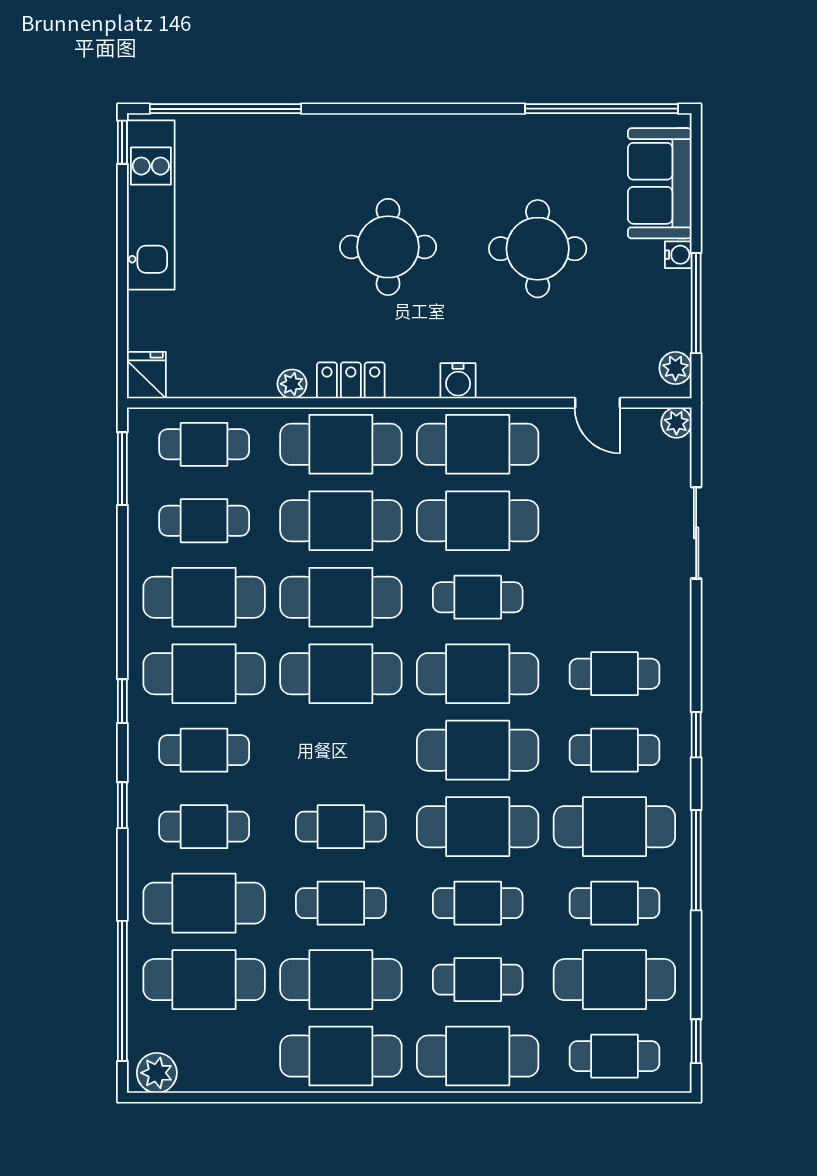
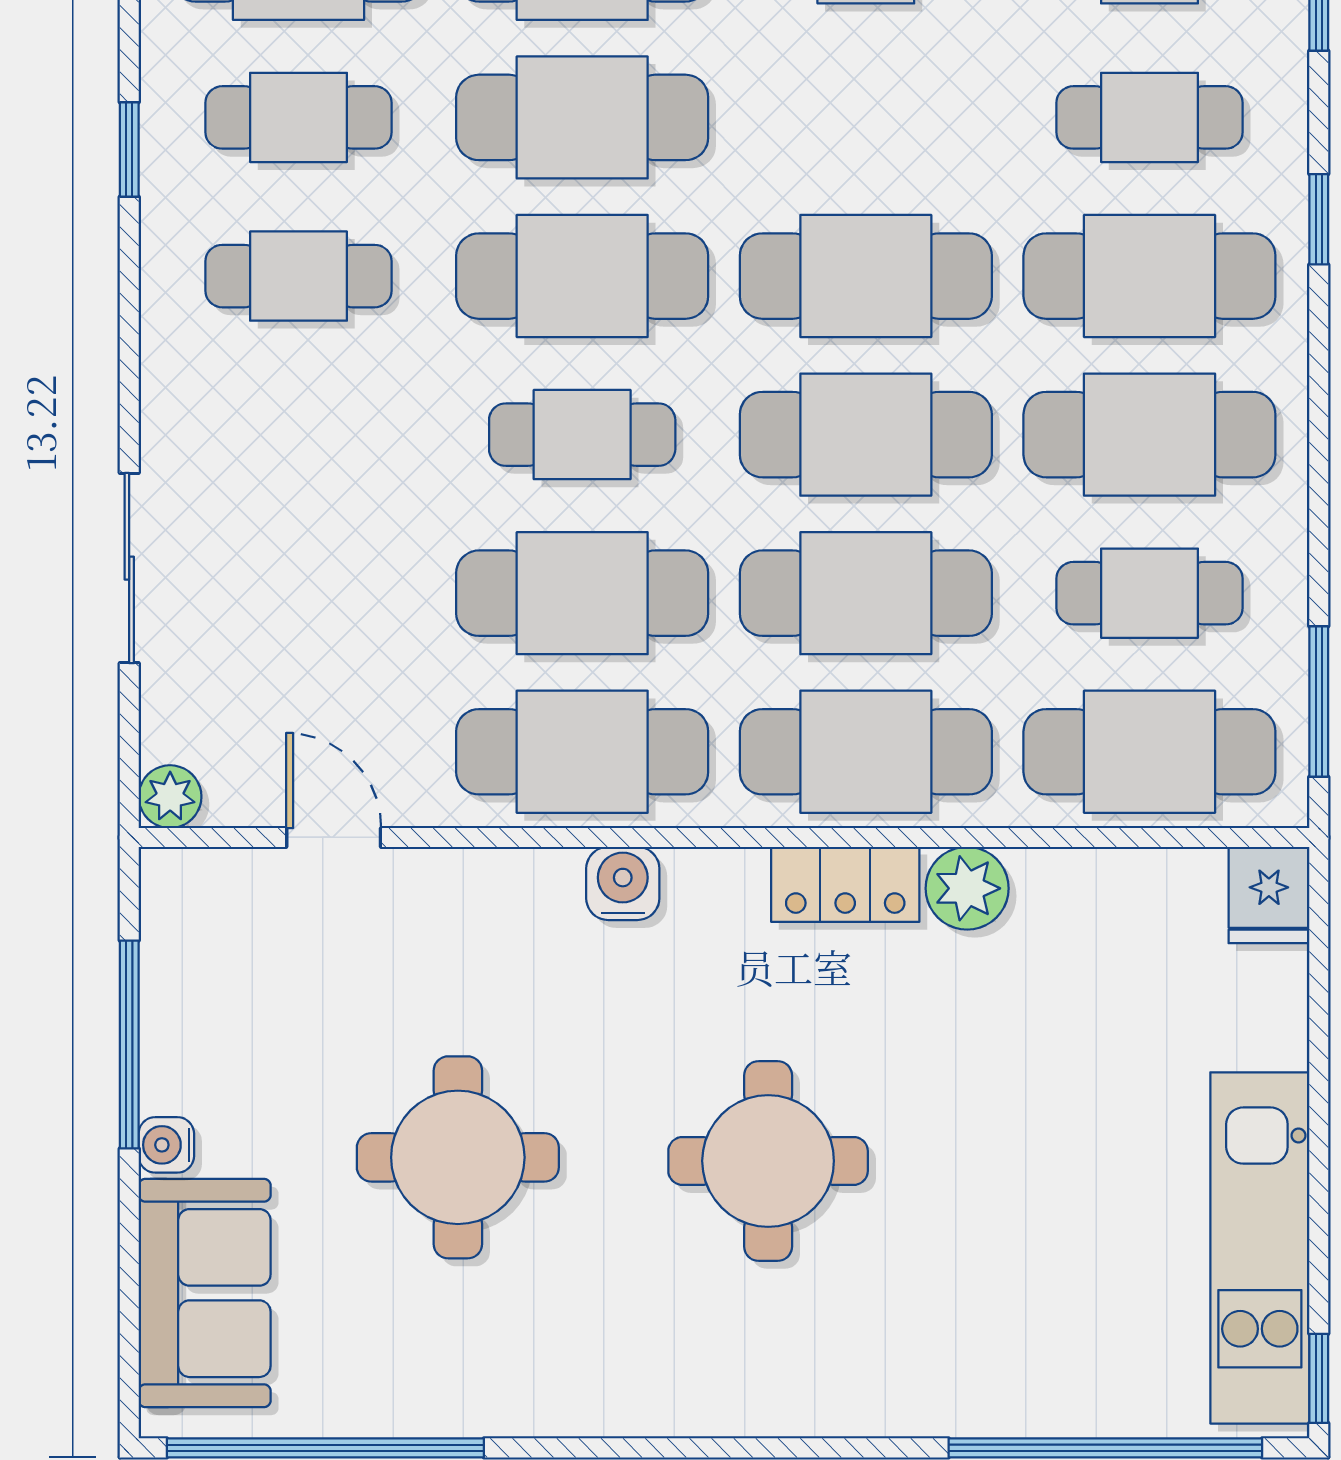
plant: (675, 368) -> (172, 910), removed
plant: (292, 384) -> (967, 888), width x1.38, depth x1.38
cafe table: (204, 444) -> (1149, 752), width x1.37, depth x1.35

